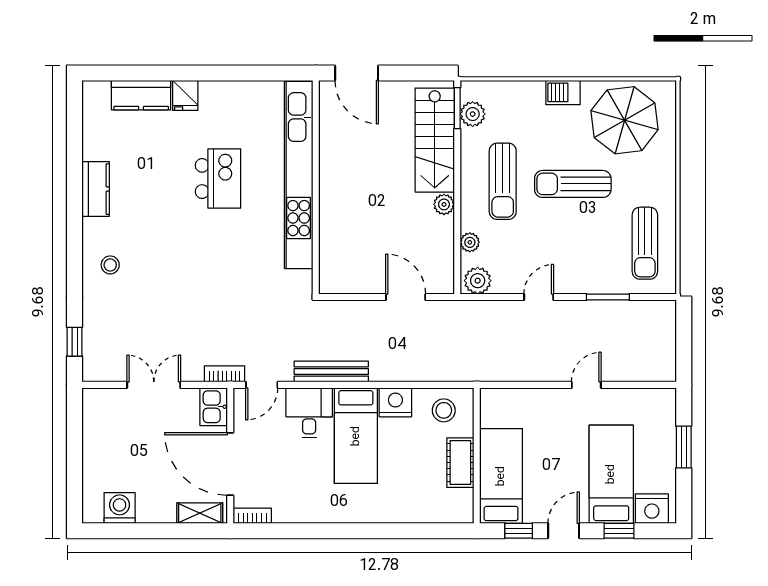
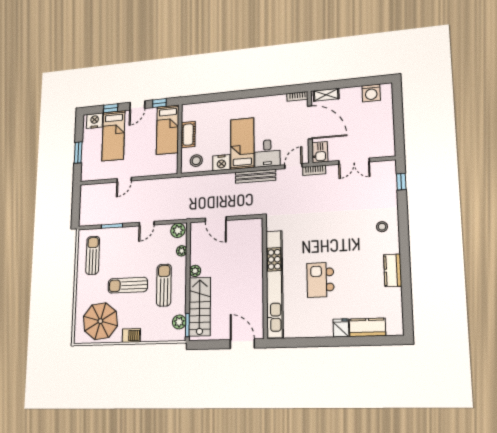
sun lounger: (573, 184) -> (128, 285), turned 180

